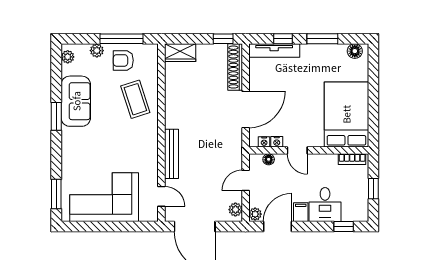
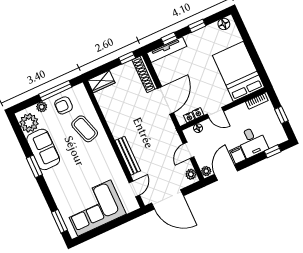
window: (322, 39) -> (197, 26), width x0.67
plant: (68, 57) -> (29, 123), width x1.88, depth x1.88
door: (161, 196) -> (134, 189), hinge flipped

